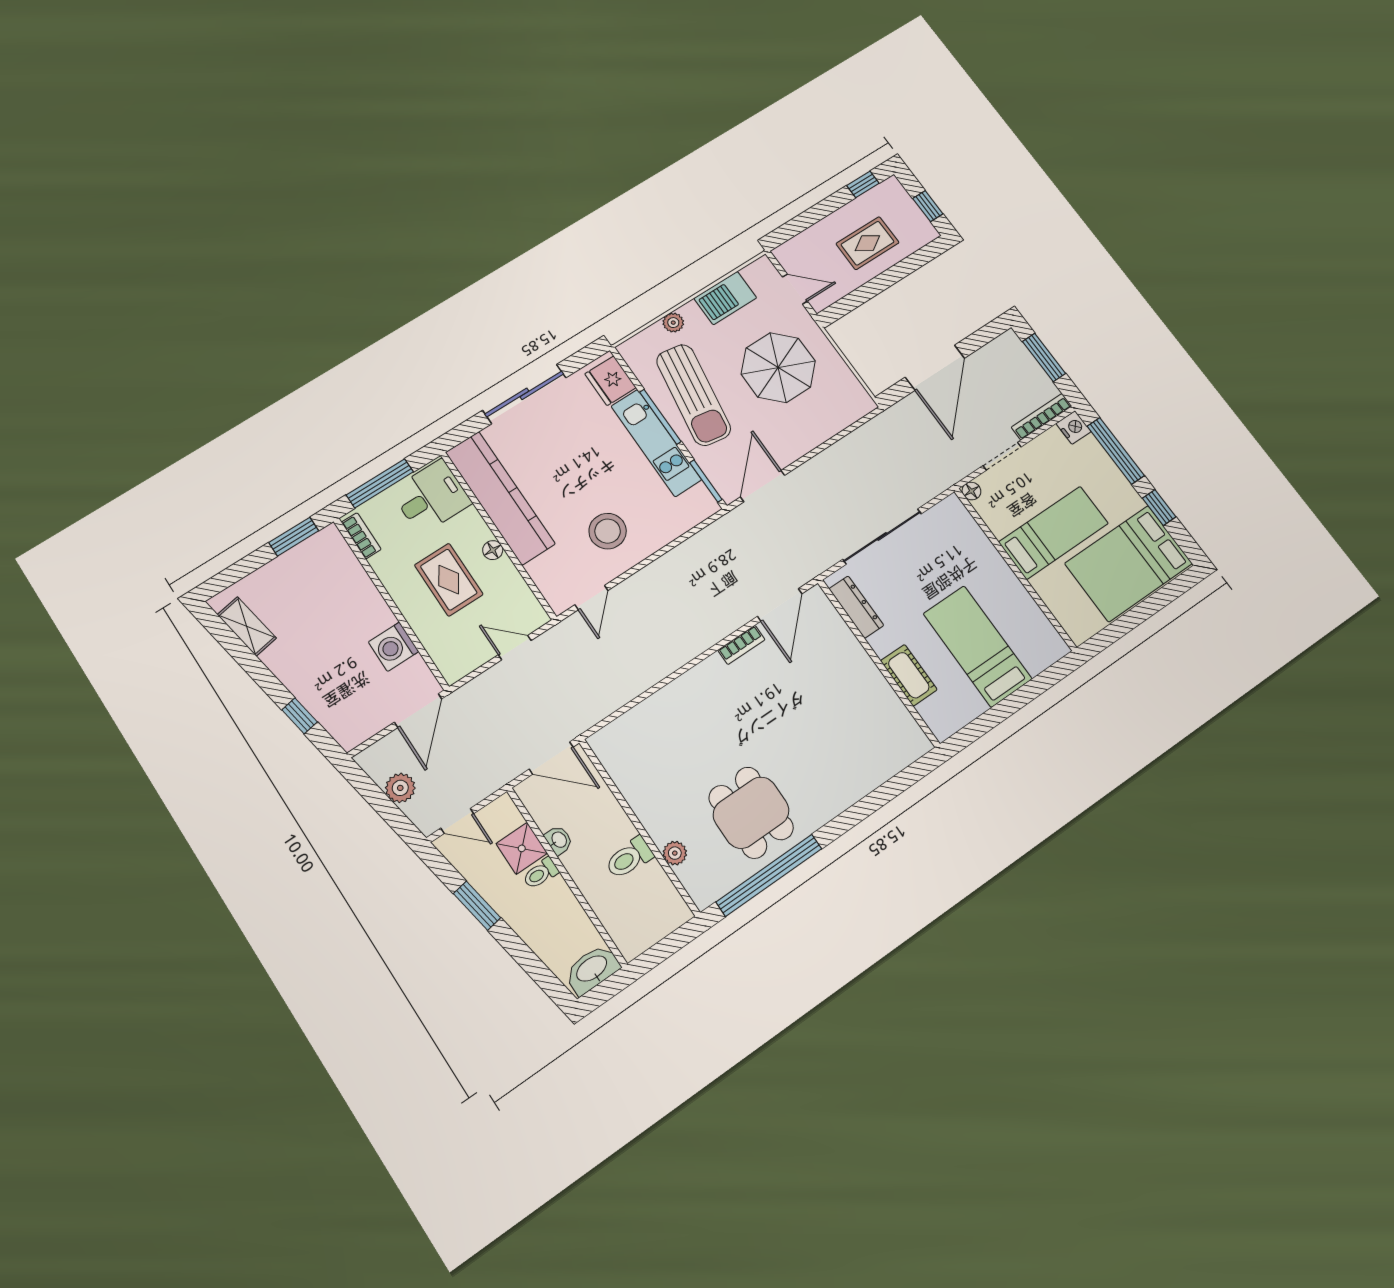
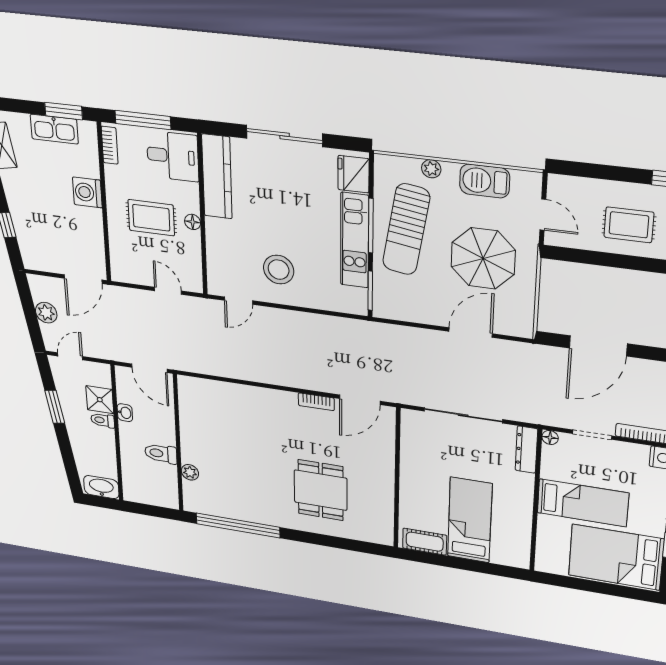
door: (763, 486) -> (470, 333), moved
kitchen counter: (500, 498) -> (217, 177), width x0.72, depth x0.86
kitchen sink: (294, 564) -> (54, 129), added
rug: (449, 580) -> (151, 218), turned 90
dresser: (856, 607) -> (526, 450), moved, turned 180
washing machine: (394, 647) -> (87, 192), moved
cot: (909, 675) -> (425, 542), moved, turned 90
dining table: (751, 813) -> (321, 490), moved
door: (457, 821) -> (70, 356), swing flipped

